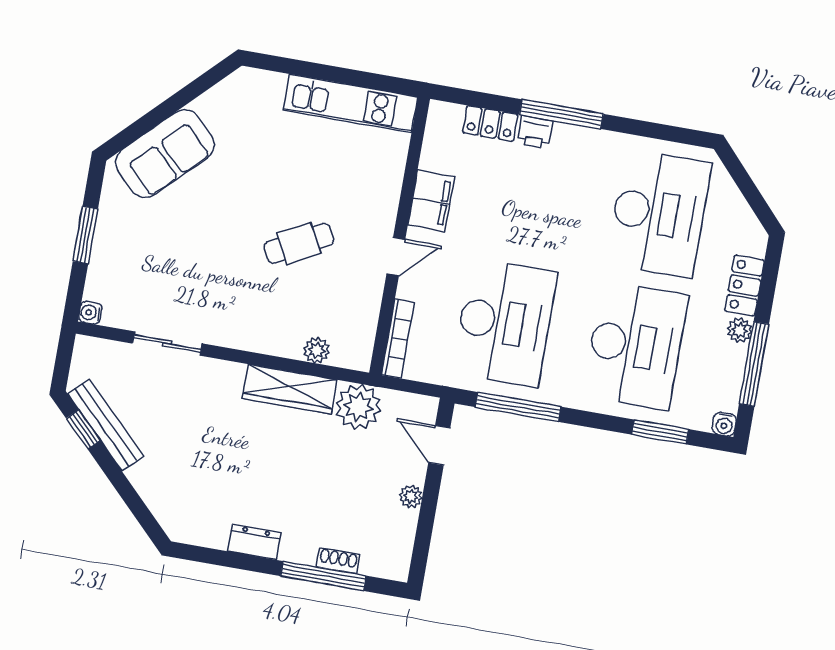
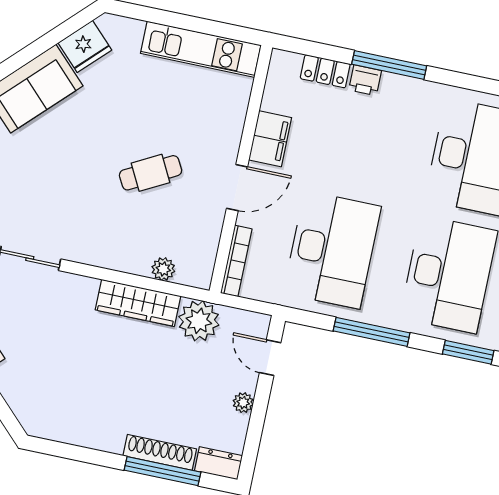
fridge: (221, 105) -> (85, 46), added
door: (396, 257) -> (237, 188), width x1.37
window: (518, 407) -> (372, 332), moved
dresser: (254, 542) -> (218, 463), moved
shoe rack: (338, 561) -> (160, 452), width x1.94, depth x1.24

